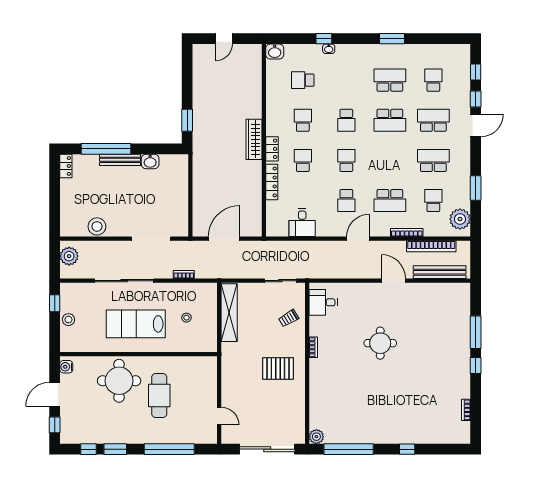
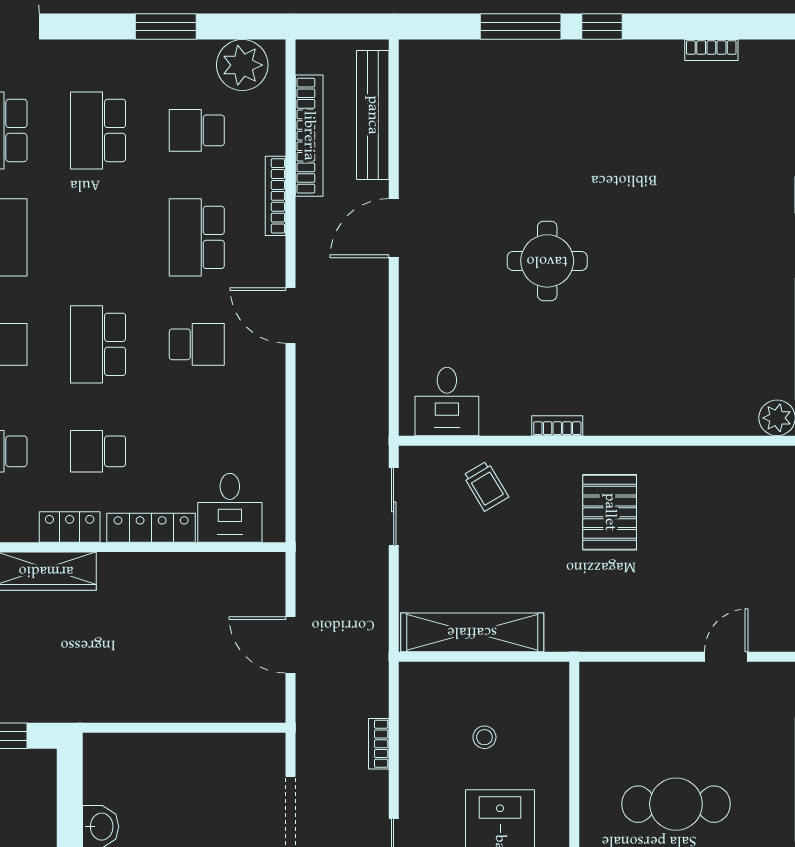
school desk: (346, 160) -> (98, 344), width x1.85
school desk: (390, 201) -> (197, 237), turned 180
desk: (302, 223) -> (230, 508), moved, turned 90
door: (224, 239) -> (291, 645), width x0.73

